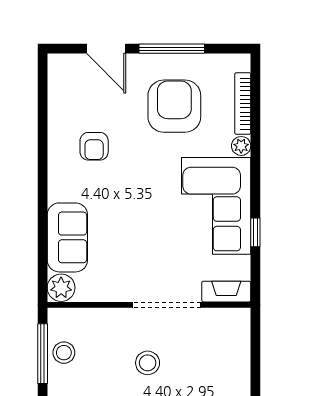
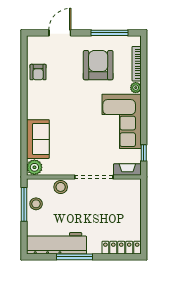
door: (106, 49) -> (60, 33), swing flipped
window: (172, 49) -> (110, 33), moved
armchair: (94, 146) -> (38, 72), moved
window: (255, 232) -> (144, 153), moved
stool: (148, 363) -> (61, 187), moved

